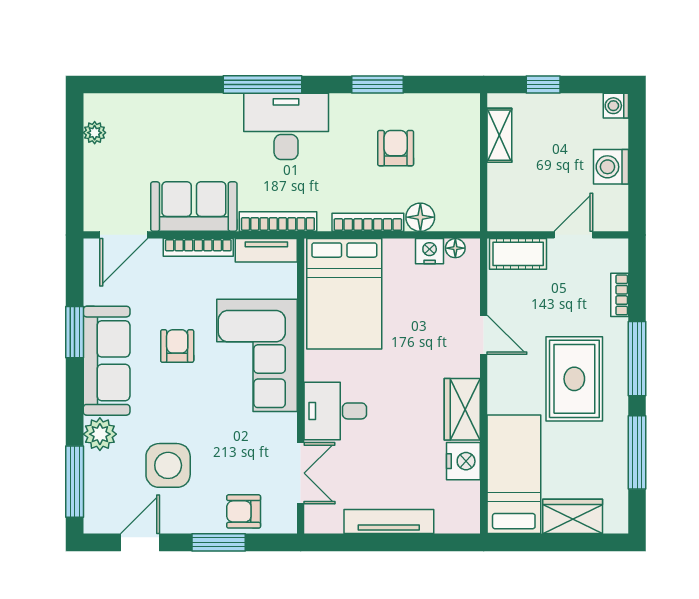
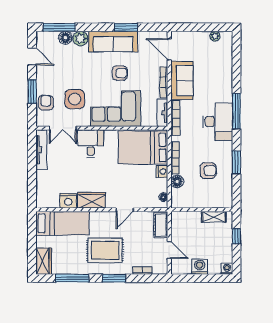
nightstand: (430, 251) -> (162, 171), moved
window: (637, 359) -> (114, 278), width x0.69
side table: (168, 465) -> (75, 99), moved
floor lamp: (98, 468) -> (65, 38), added
wardrobe: (573, 516) -> (44, 261), moved
tv unit: (389, 521) -> (41, 150), moved

